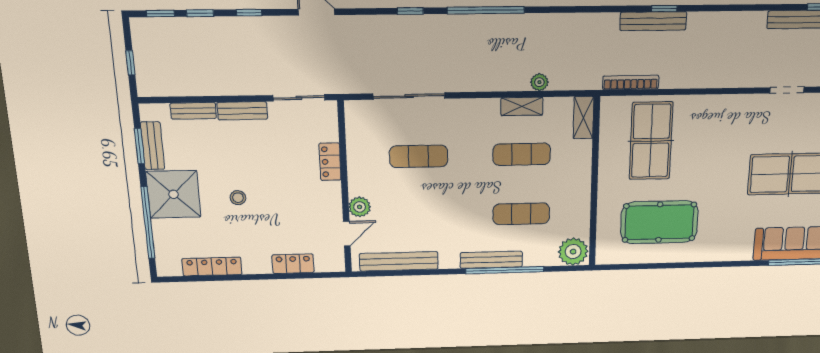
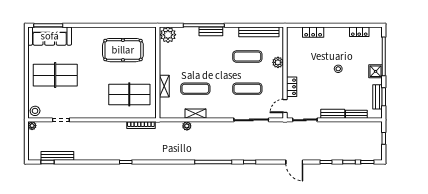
bench: (653, 21) -> (131, 156), removed
shelving: (583, 118) -> (164, 86), moved
table tennis table: (651, 141) -> (129, 94), turned 90
shower: (173, 194) -> (376, 71), width x0.54, depth x0.54
exercise mat: (521, 214) -> (247, 57), moved
door: (347, 234) -> (285, 106), moved
bench: (491, 260) -> (211, 31), width x0.73
locker: (212, 267) -> (359, 32), width x0.66

